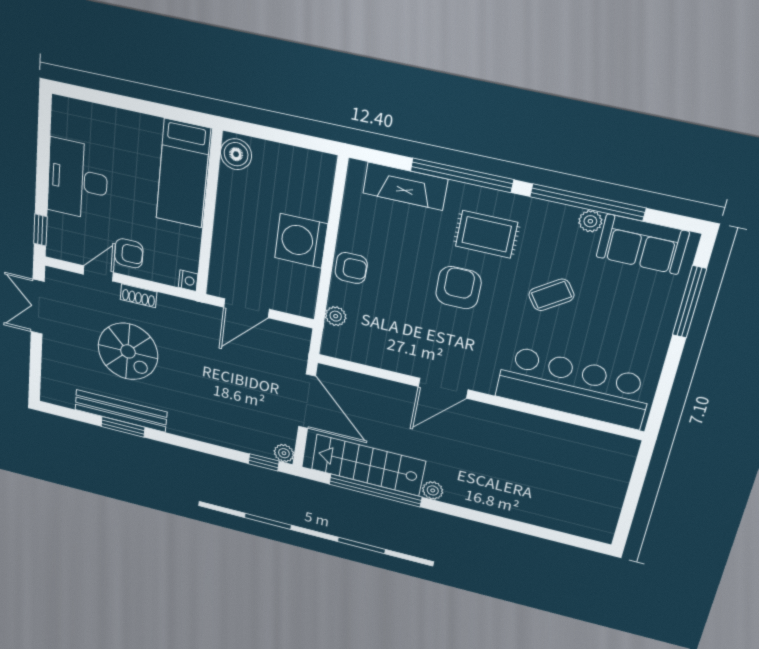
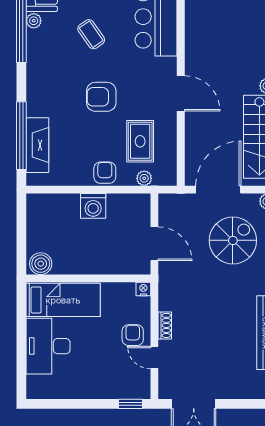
window: (462, 175) -> (21, 136), moved
desk: (78, 180) -> (48, 346), moved, turned 90
rug: (487, 234) -> (140, 141), moved
washing machine: (301, 241) -> (93, 206), width x0.73, depth x0.73
spiral stairs: (128, 351) -> (233, 240), moved

